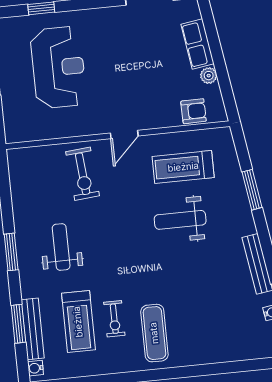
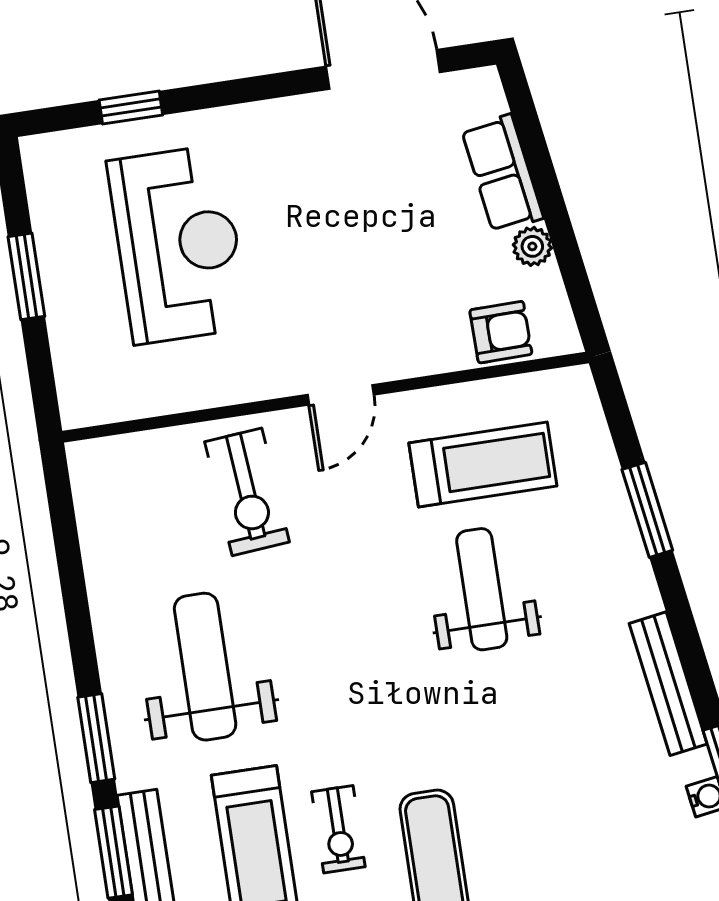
treadmill: (183, 167) -> (483, 464), turned 180
weight bench: (180, 220) -> (482, 589), turned 90
weight bench: (61, 247) -> (205, 667), width x1.36, depth x1.33
window: (11, 252) -> (96, 738), moved

